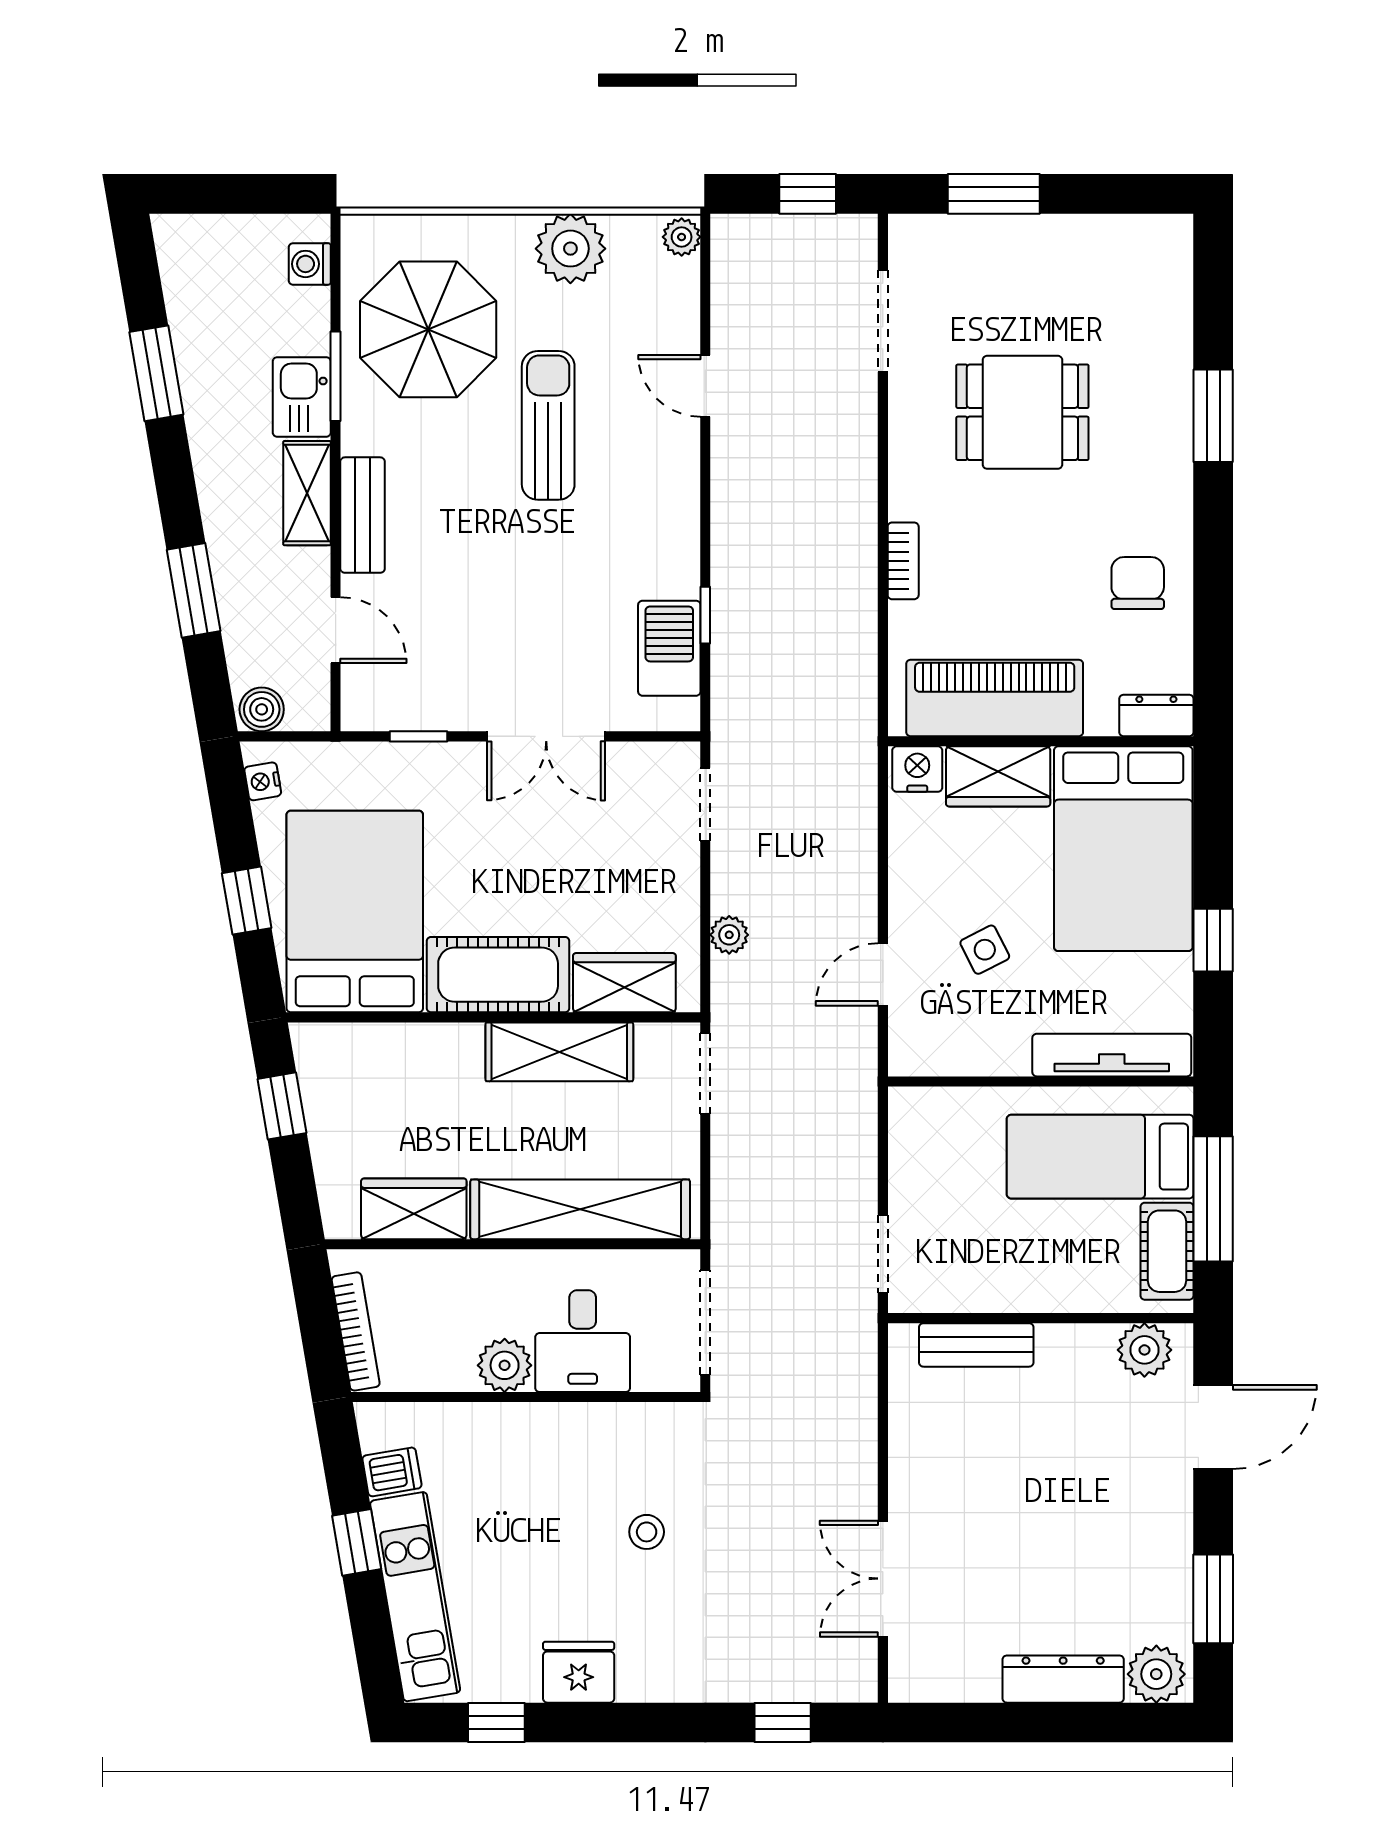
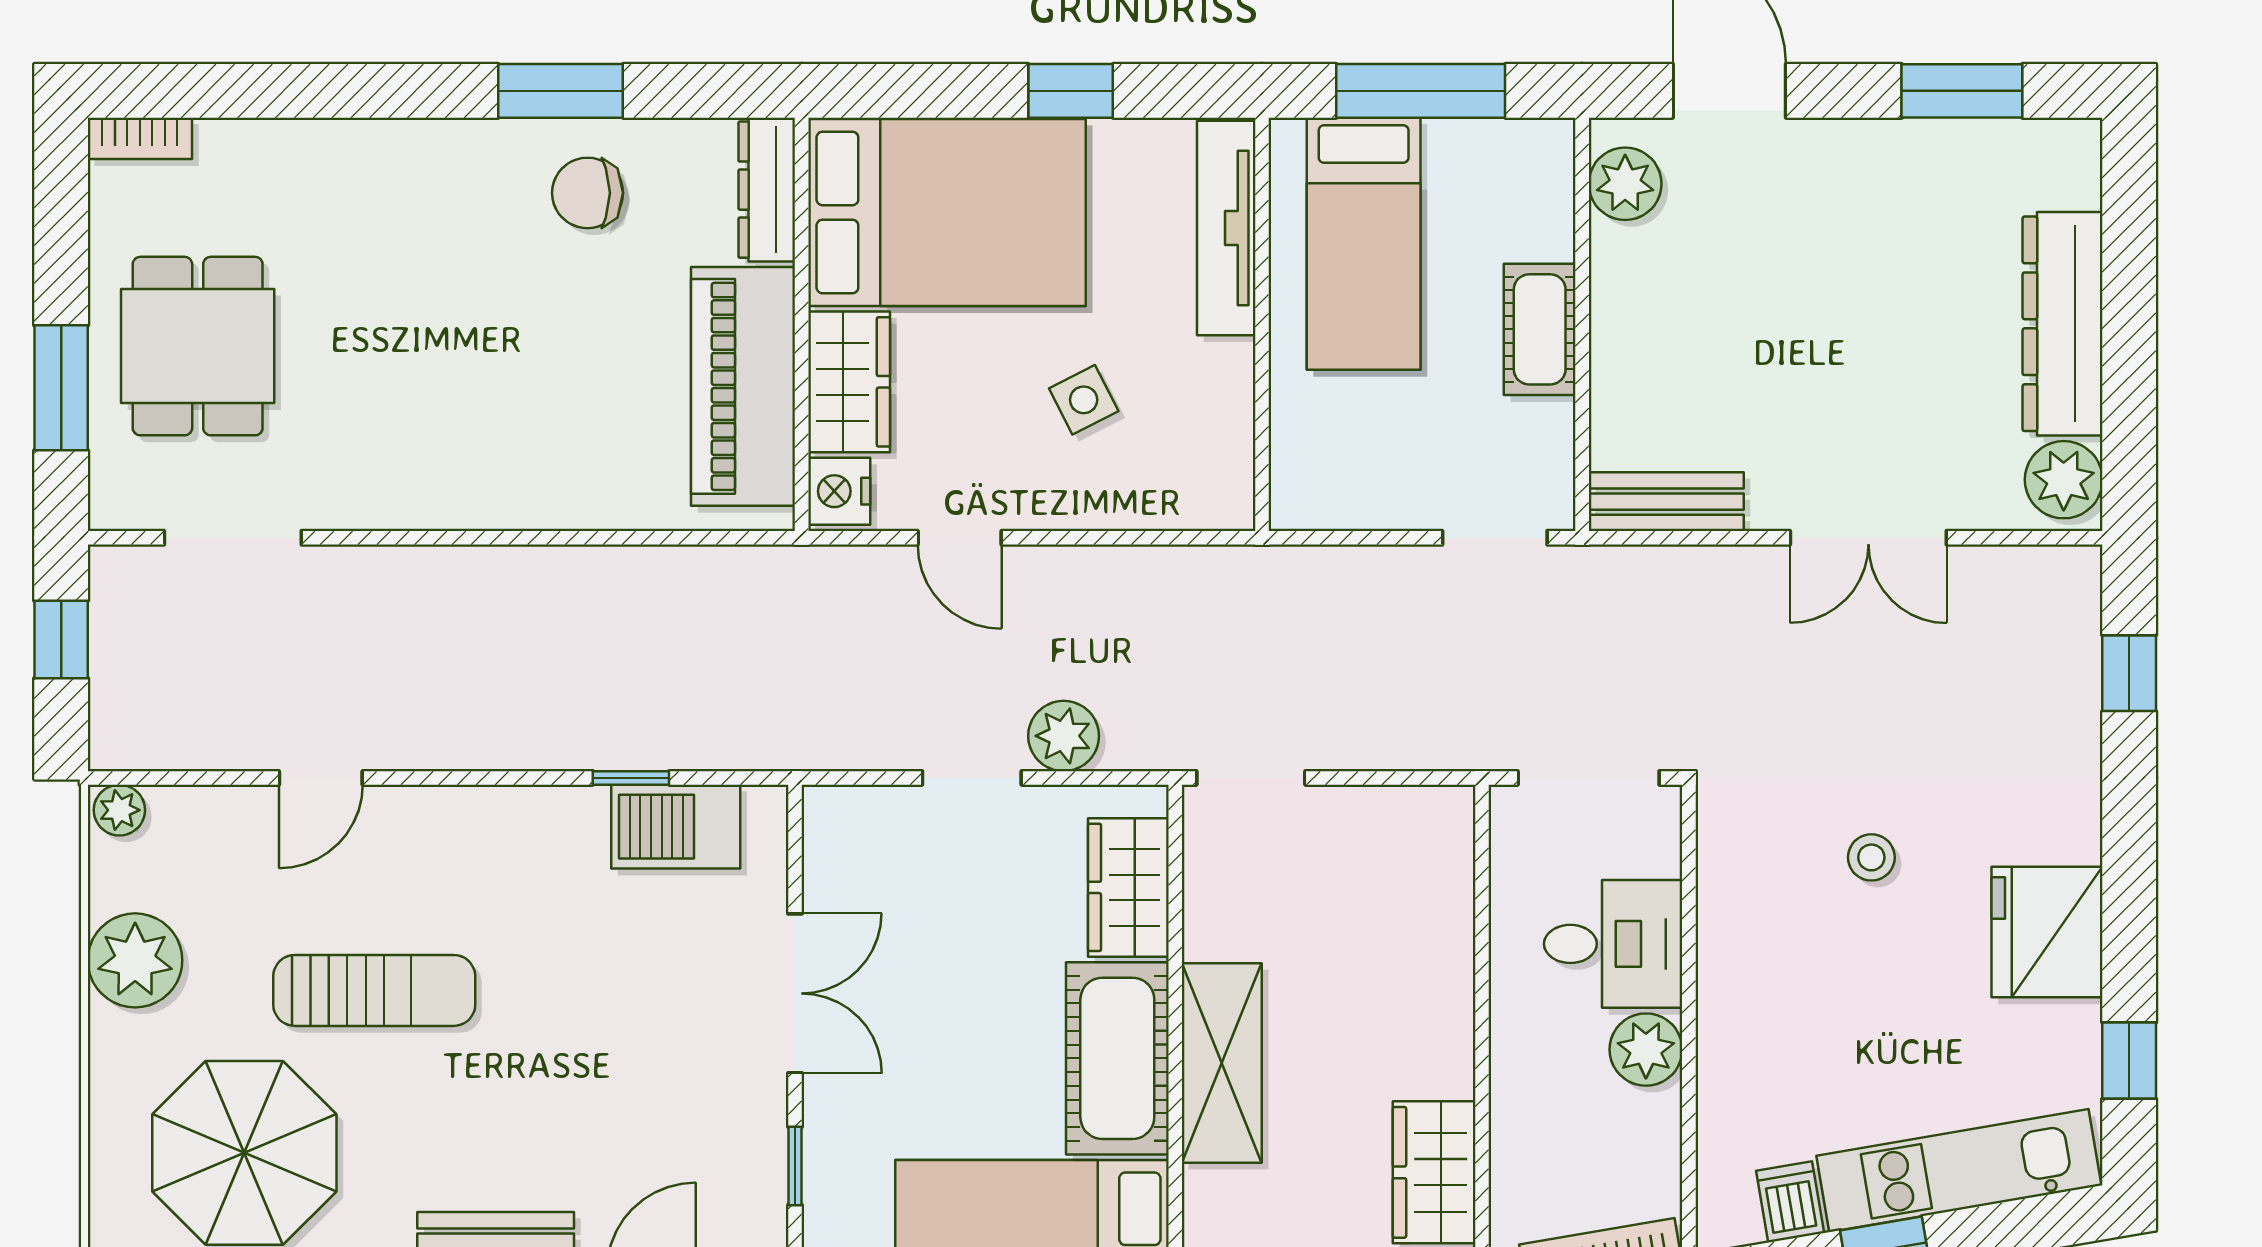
dining table: (1022, 412) -> (198, 346), moved
window: (1213, 416) -> (561, 91), moved
sun lounger: (548, 425) -> (374, 990), turned 180
bookcase: (903, 561) -> (140, 138), moved, turned 180
dresser: (1156, 715) -> (767, 190), width x1.44
doorway: (705, 804) -> (972, 778), moved
plant: (729, 935) -> (1064, 736), width x1.38, depth x1.38
door: (883, 974) -> (960, 538), moved
shelving: (559, 1052) -> (1222, 1063), moved
shelving: (580, 1209) -> (1435, 947), removed
cot: (1167, 1251) -> (1540, 329), moved, turned 90
bench: (976, 1345) -> (1666, 502), moved, turned 90
double door: (883, 1579) -> (1868, 538), moved
fridge: (579, 1672) -> (2047, 932), width x1.36, depth x1.34
plant: (1156, 1674) -> (2064, 480), moved
dresser: (1063, 1679) -> (2063, 324), width x1.37, depth x1.24

